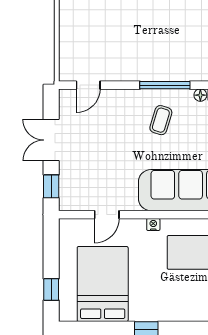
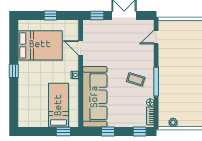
door: (88, 85) -> (156, 37), hinge flipped
window: (51, 290) -> (50, 15), moved

